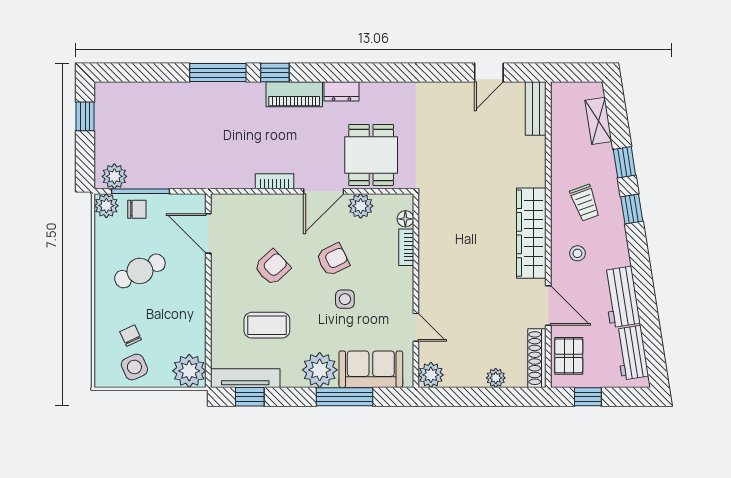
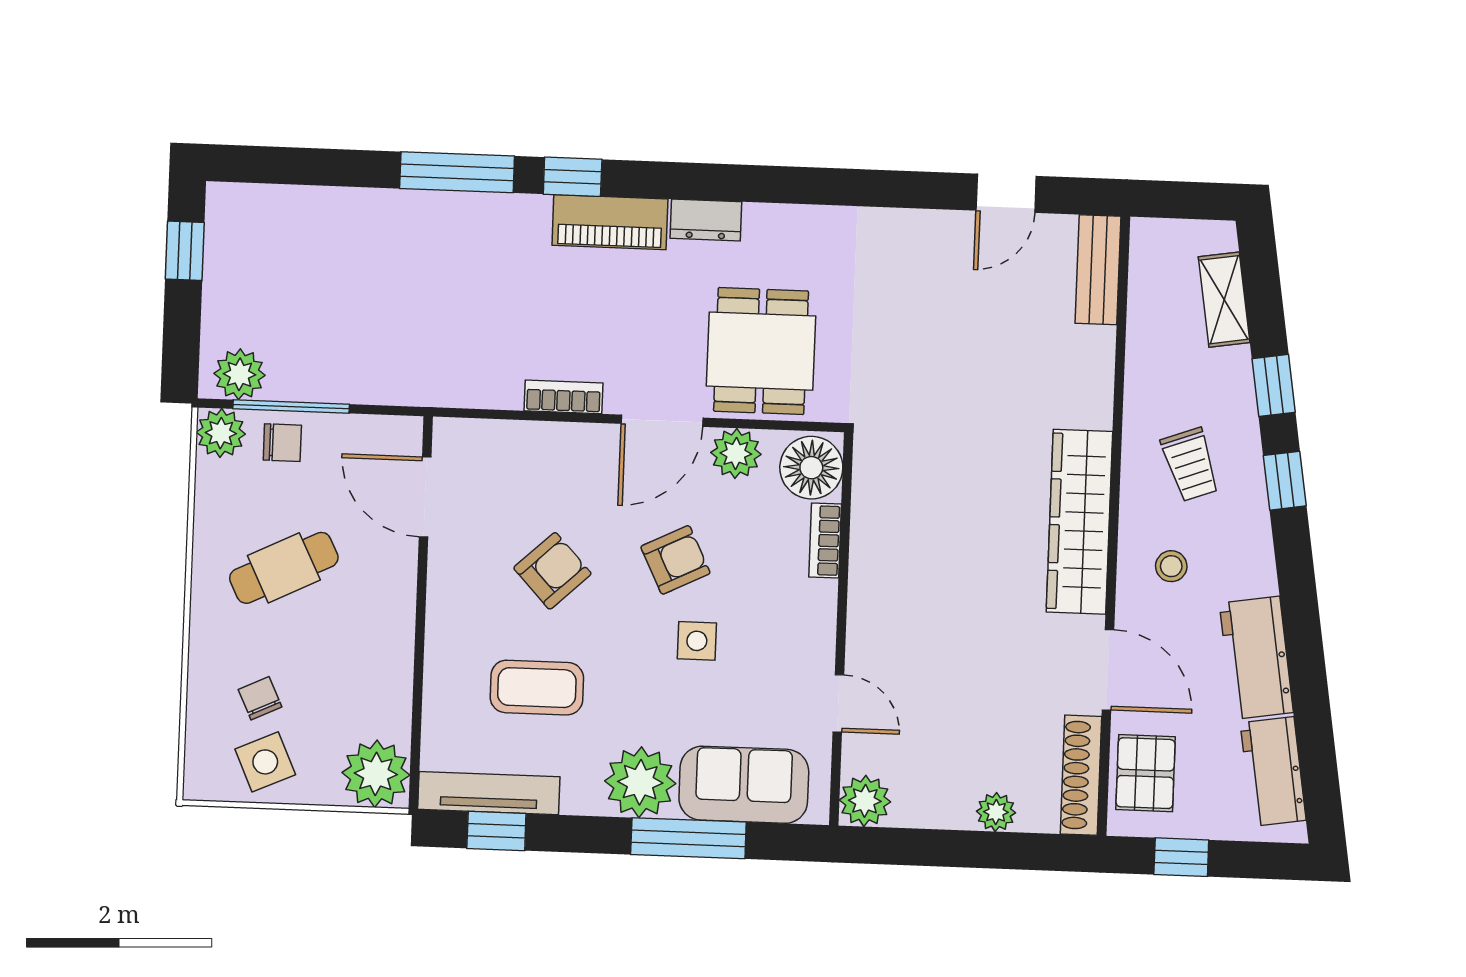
floor lamp: (405, 219) -> (811, 468), width x1.89, depth x1.89

